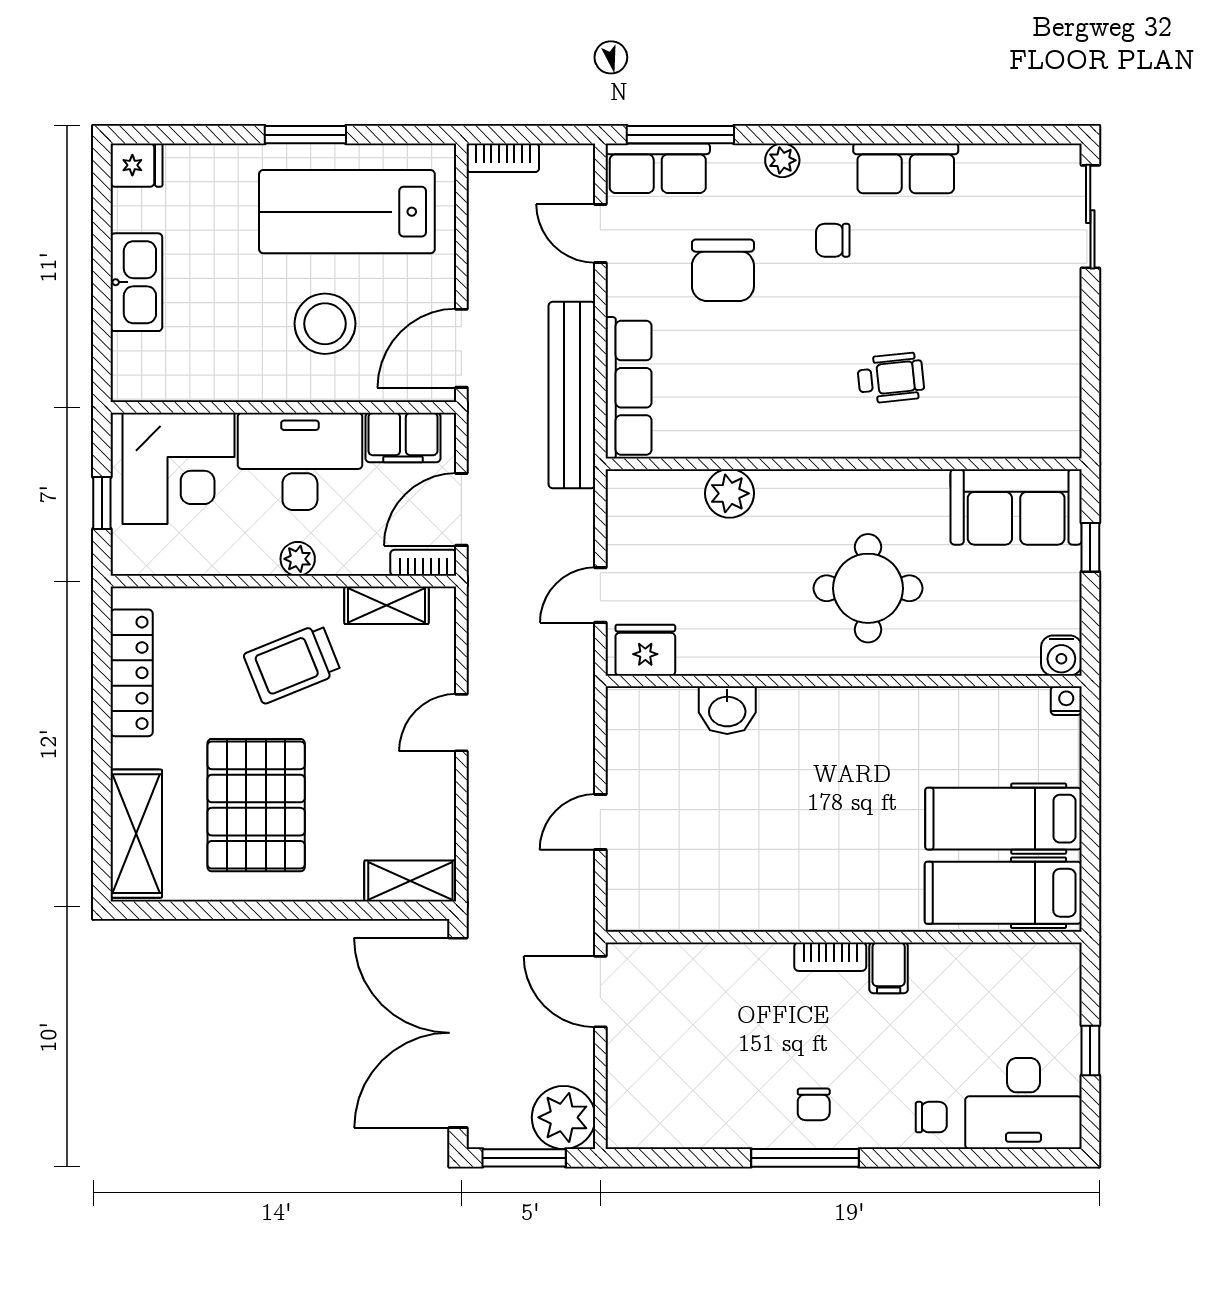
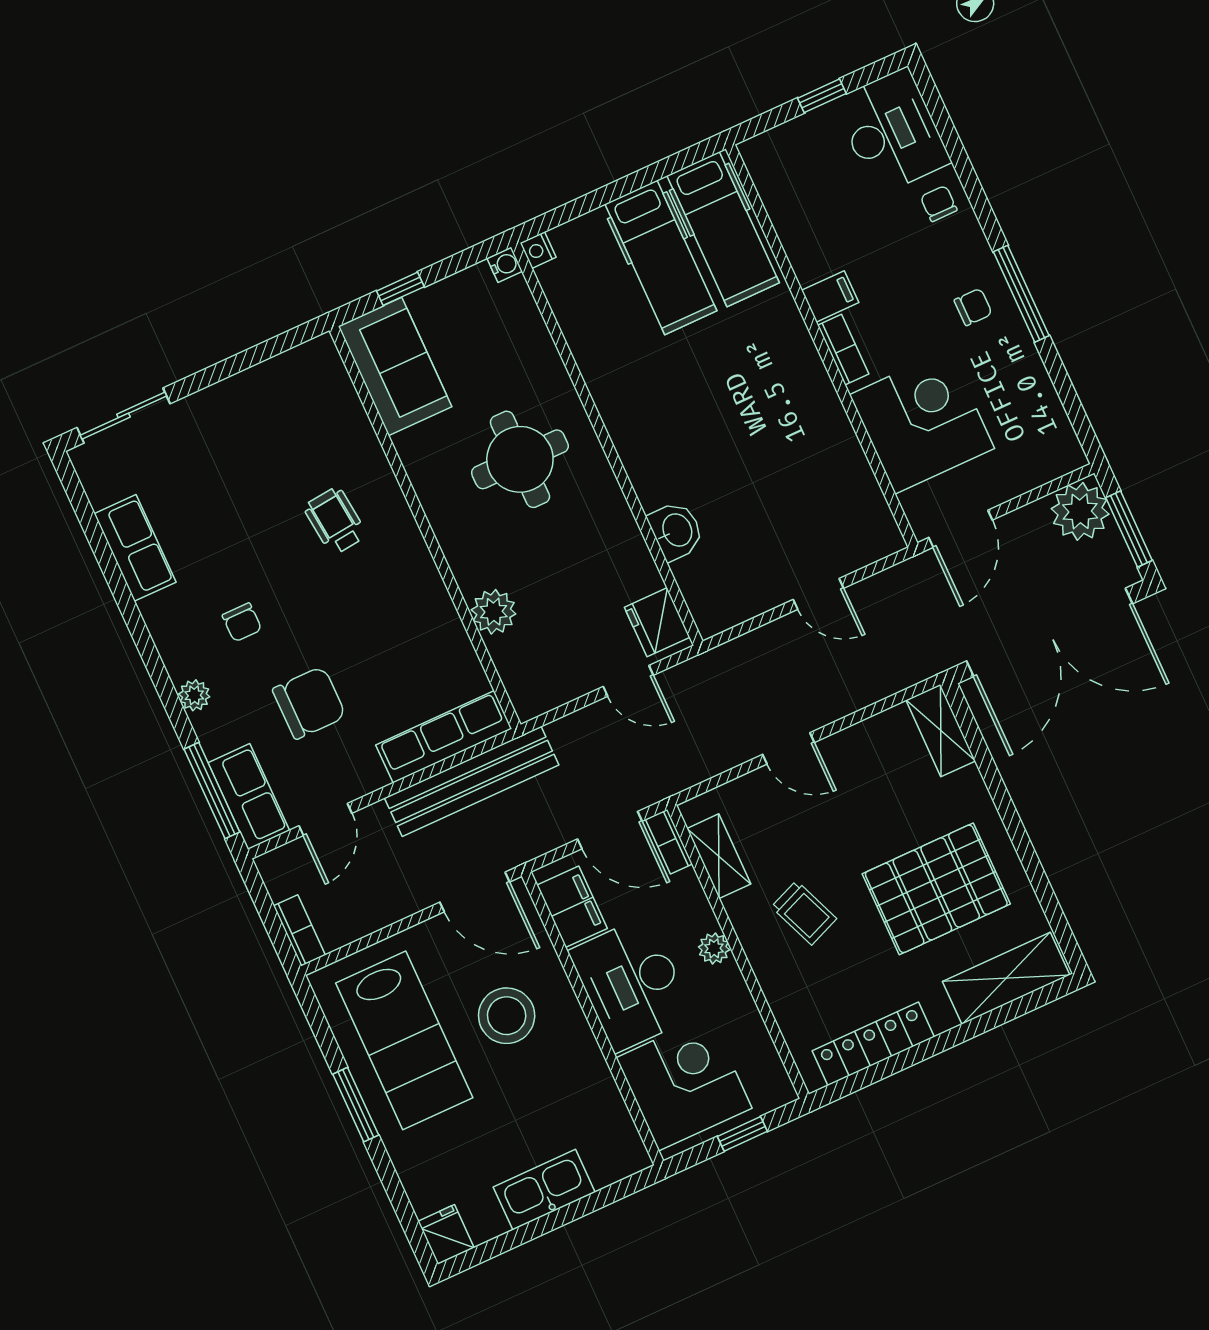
row of seats: (906, 168) -> (135, 548), moved
water cooler: (1061, 656) -> (505, 265), width x0.72, depth x0.72
trolley: (292, 664) -> (804, 913), width x0.73, depth x0.72
corner desk: (724, 1002) -> (922, 422), added

